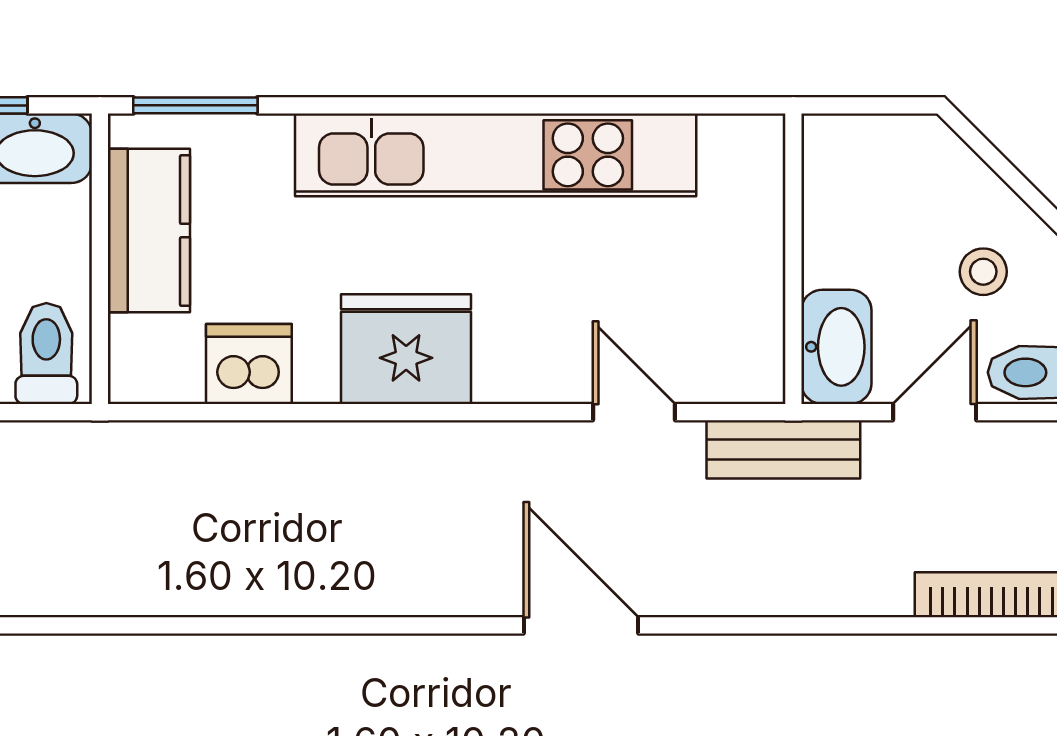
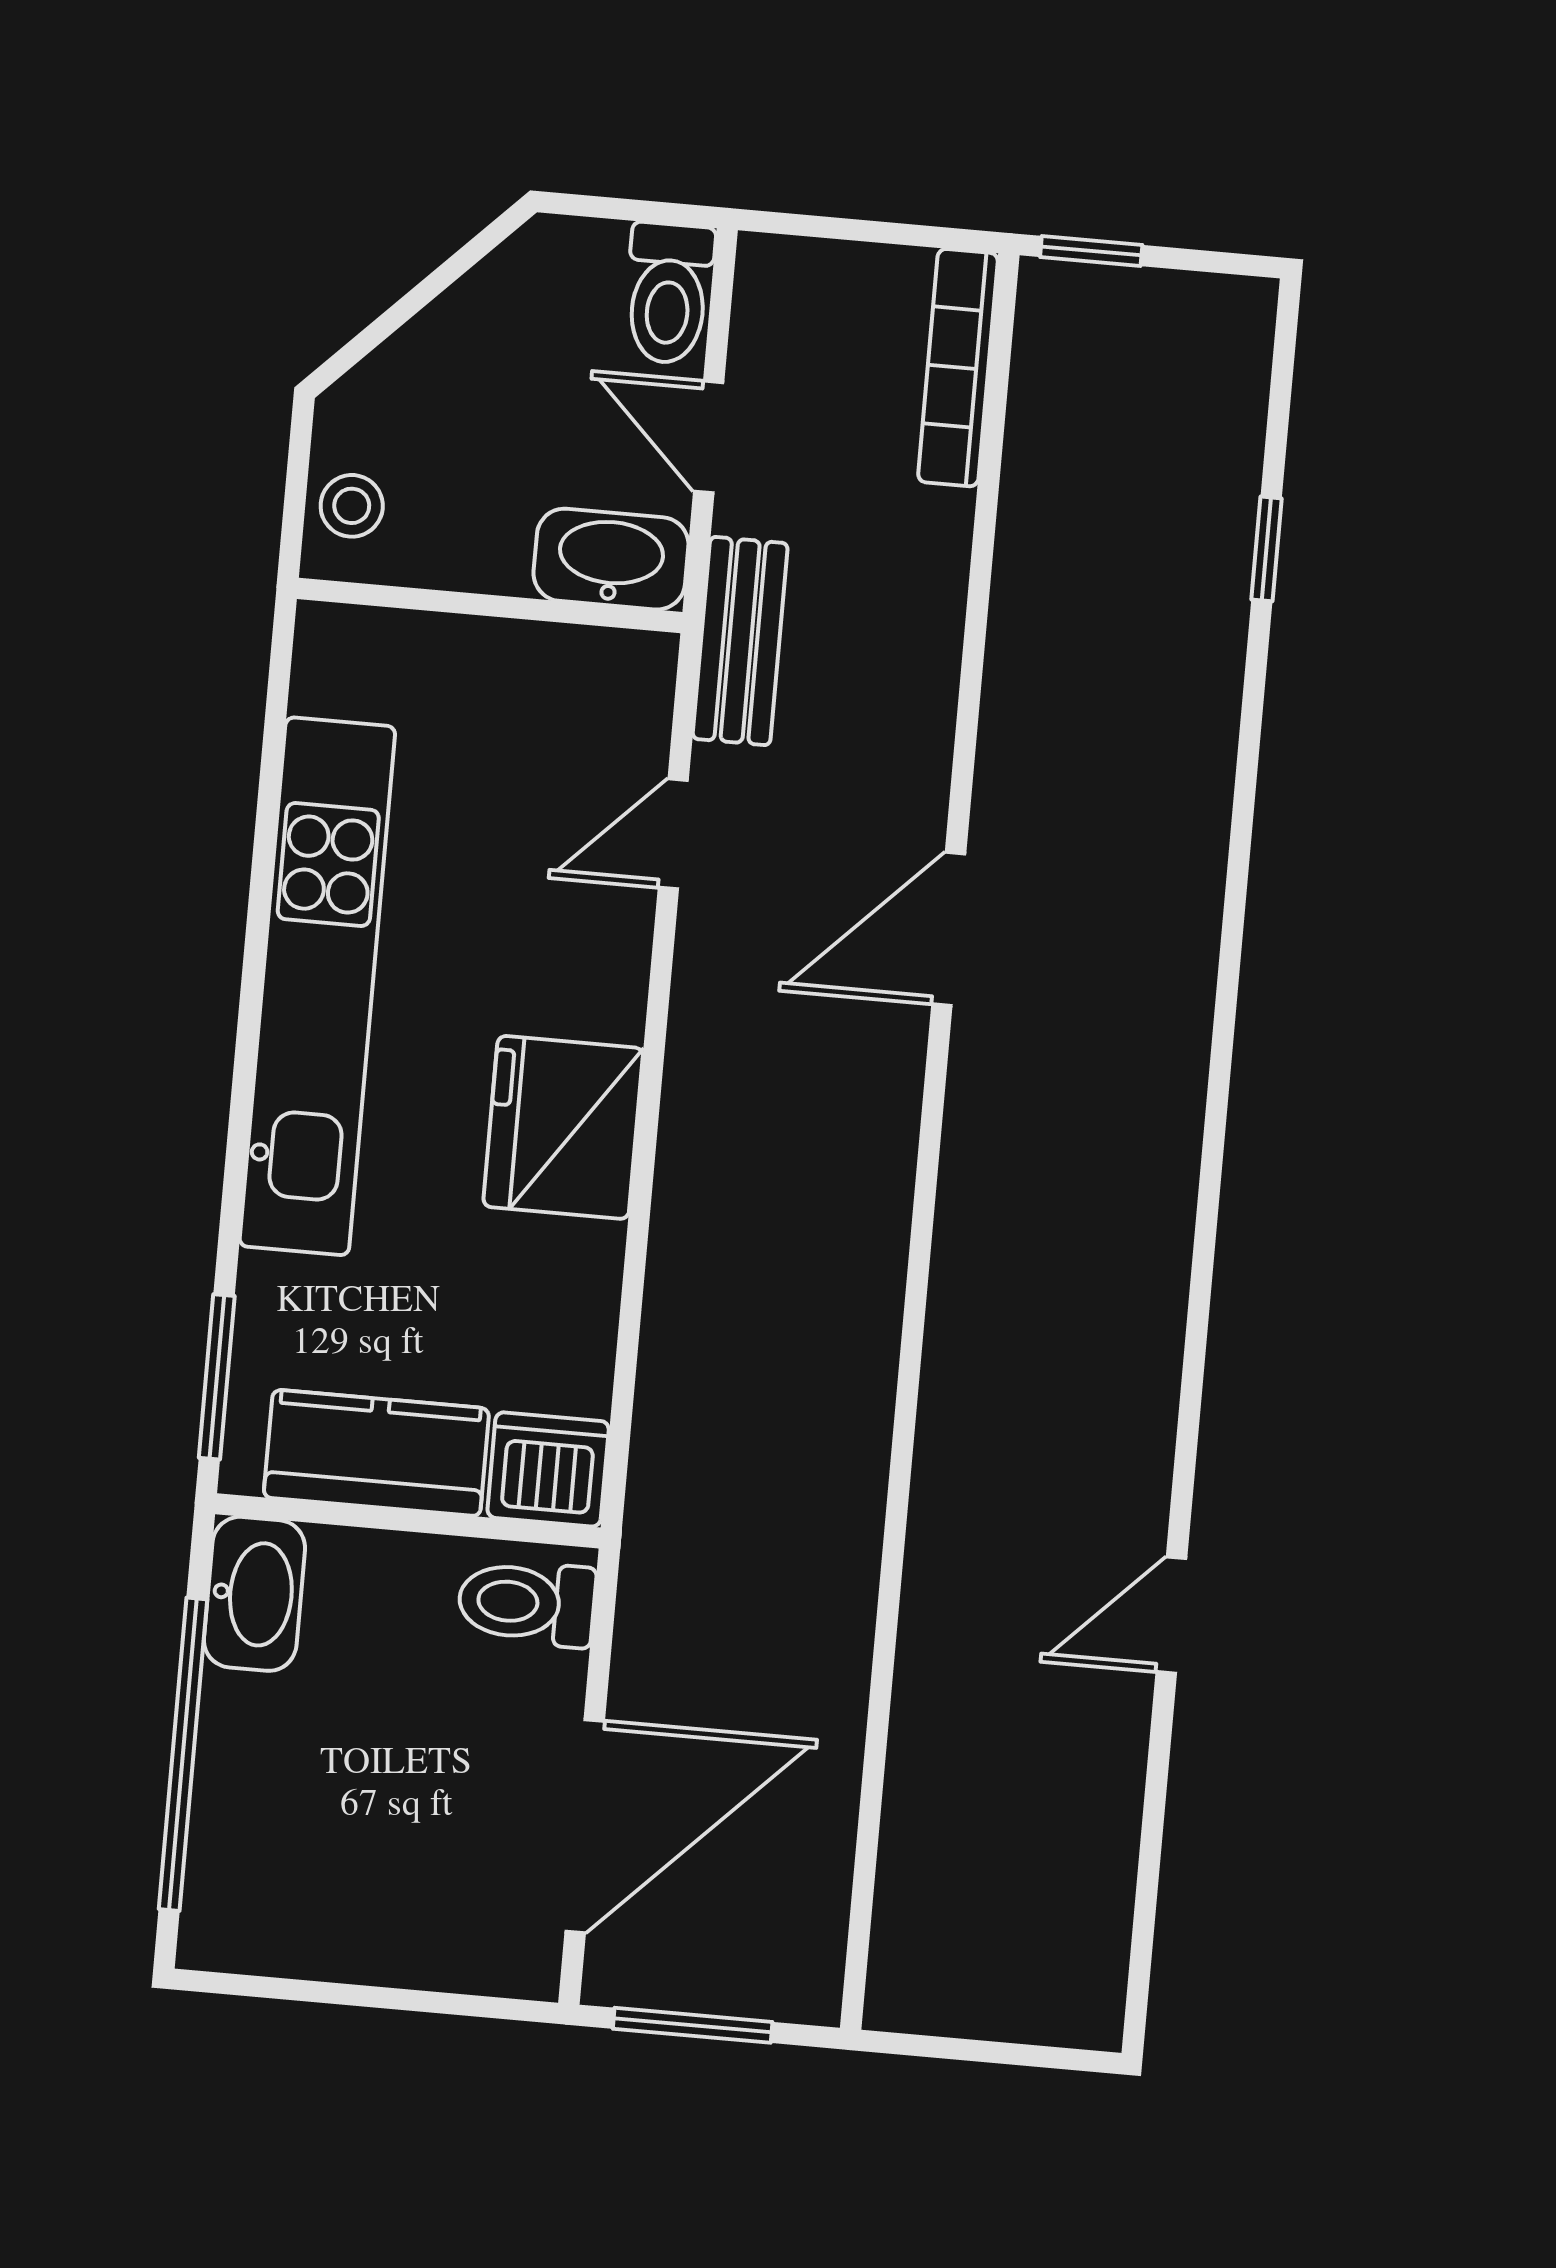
stool: (983, 272) -> (352, 506), moved
dishwasher: (249, 364) -> (548, 1469), moved, turned 90

